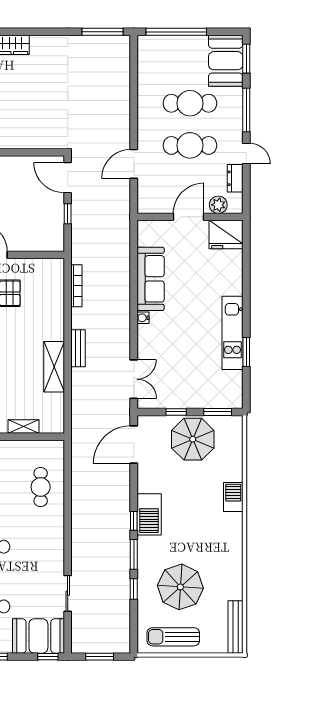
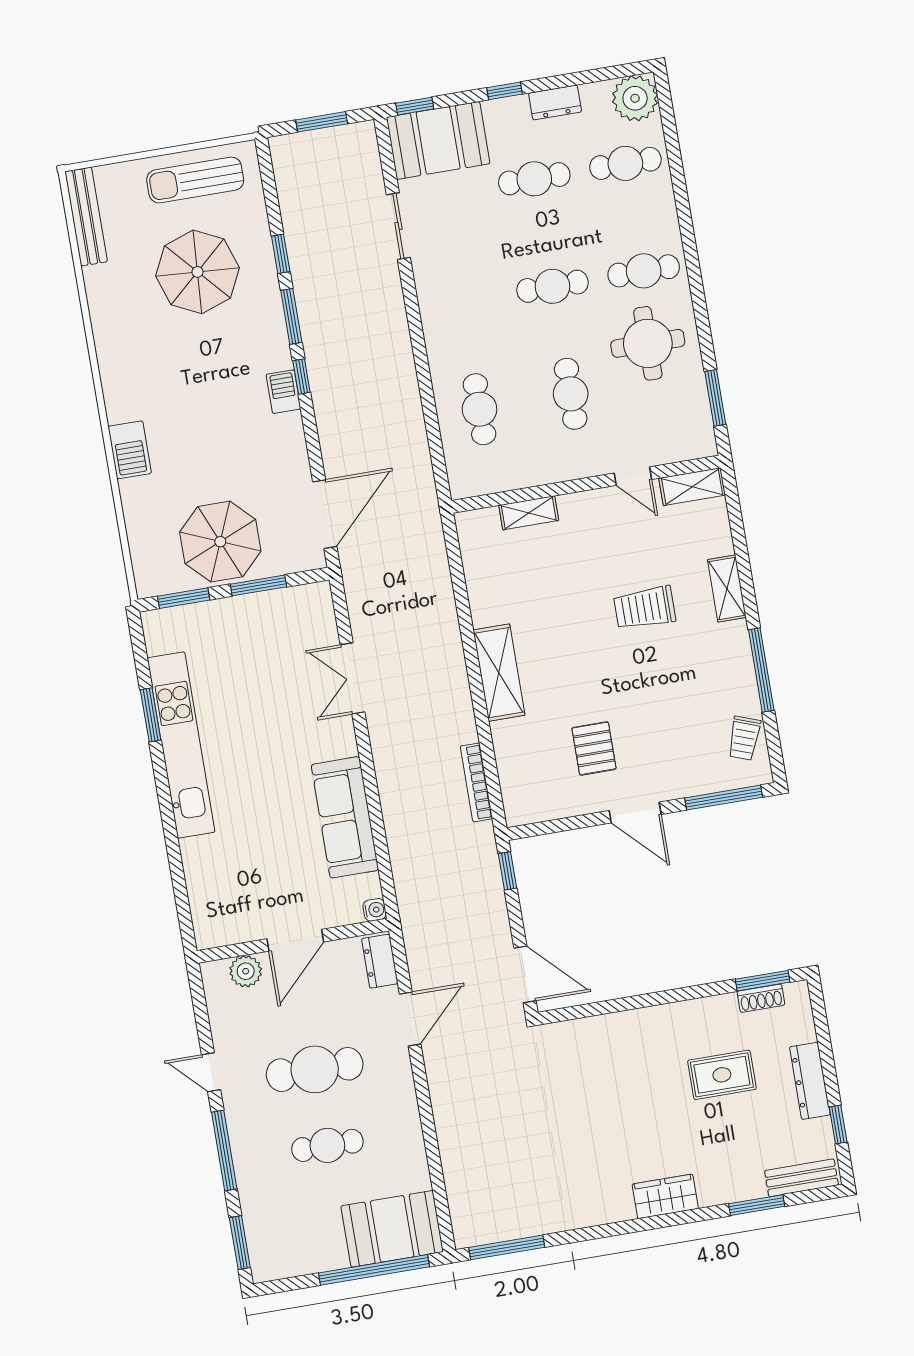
booth: (226, 61) -> (392, 1229), moved, turned 90
cafe table: (190, 103) -> (327, 1145), width x0.73, depth x0.74
dresser: (235, 178) -> (380, 961), moved, turned 180
window: (68, 214) -> (507, 871), moved
fridge: (226, 235) -> (223, 920), removed
water cooler: (143, 318) -> (375, 910), moved
kitchen unit: (233, 333) -> (181, 745), width x1.36
bench: (78, 348) -> (454, 670), removed
shelving: (54, 367) -> (499, 673), moved
double door: (134, 379) -> (353, 678), moved
window: (176, 412) -> (258, 585), width x1.50
barbecue: (149, 514) -> (283, 392), width x0.53, depth x0.65
sun lounger: (173, 637) -> (195, 180), turned 180

